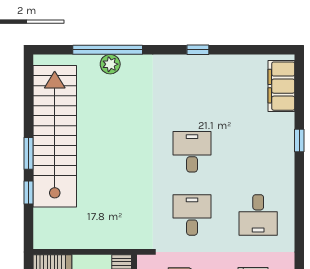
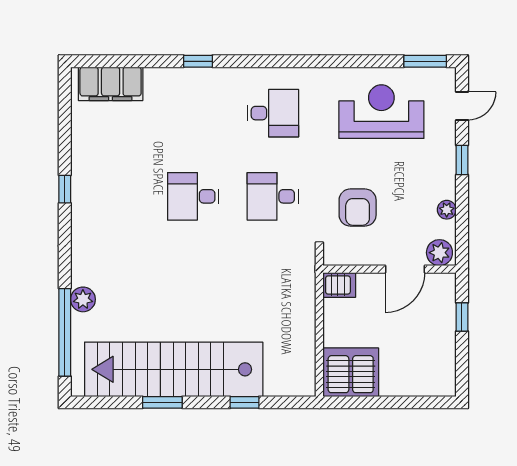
window: (108, 50) -> (65, 332), moved
window: (299, 141) -> (198, 61), moved
window: (28, 153) -> (162, 402), moved

